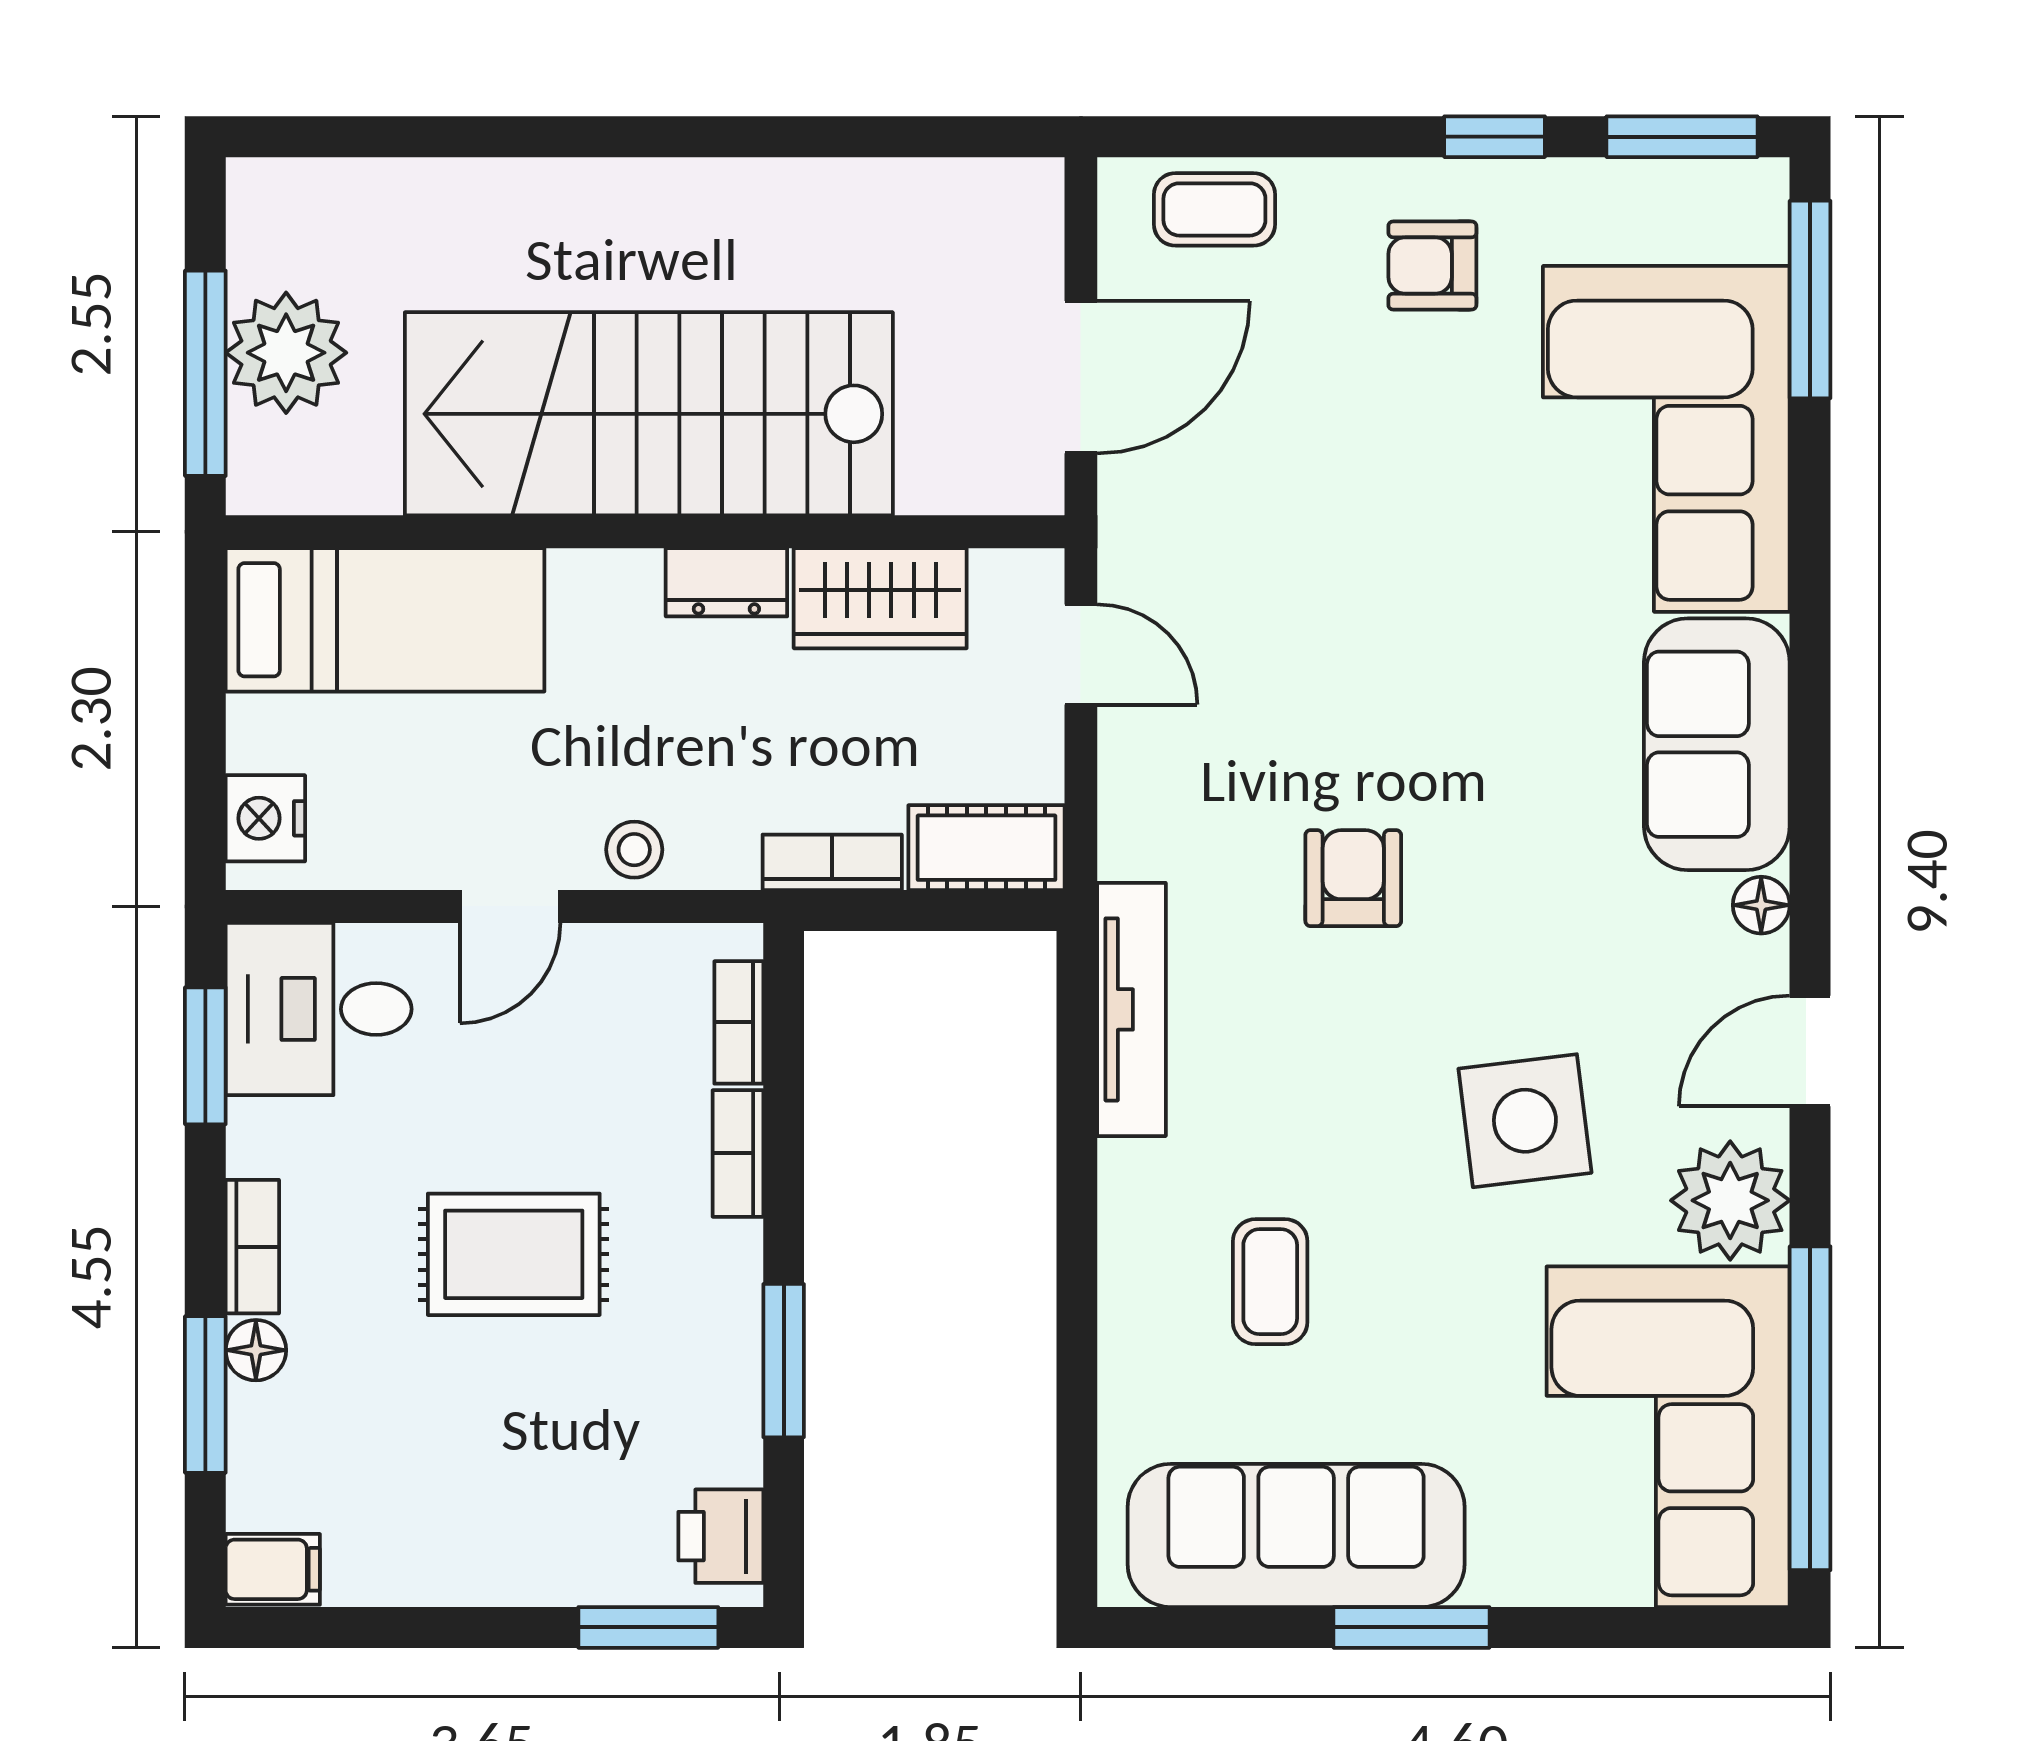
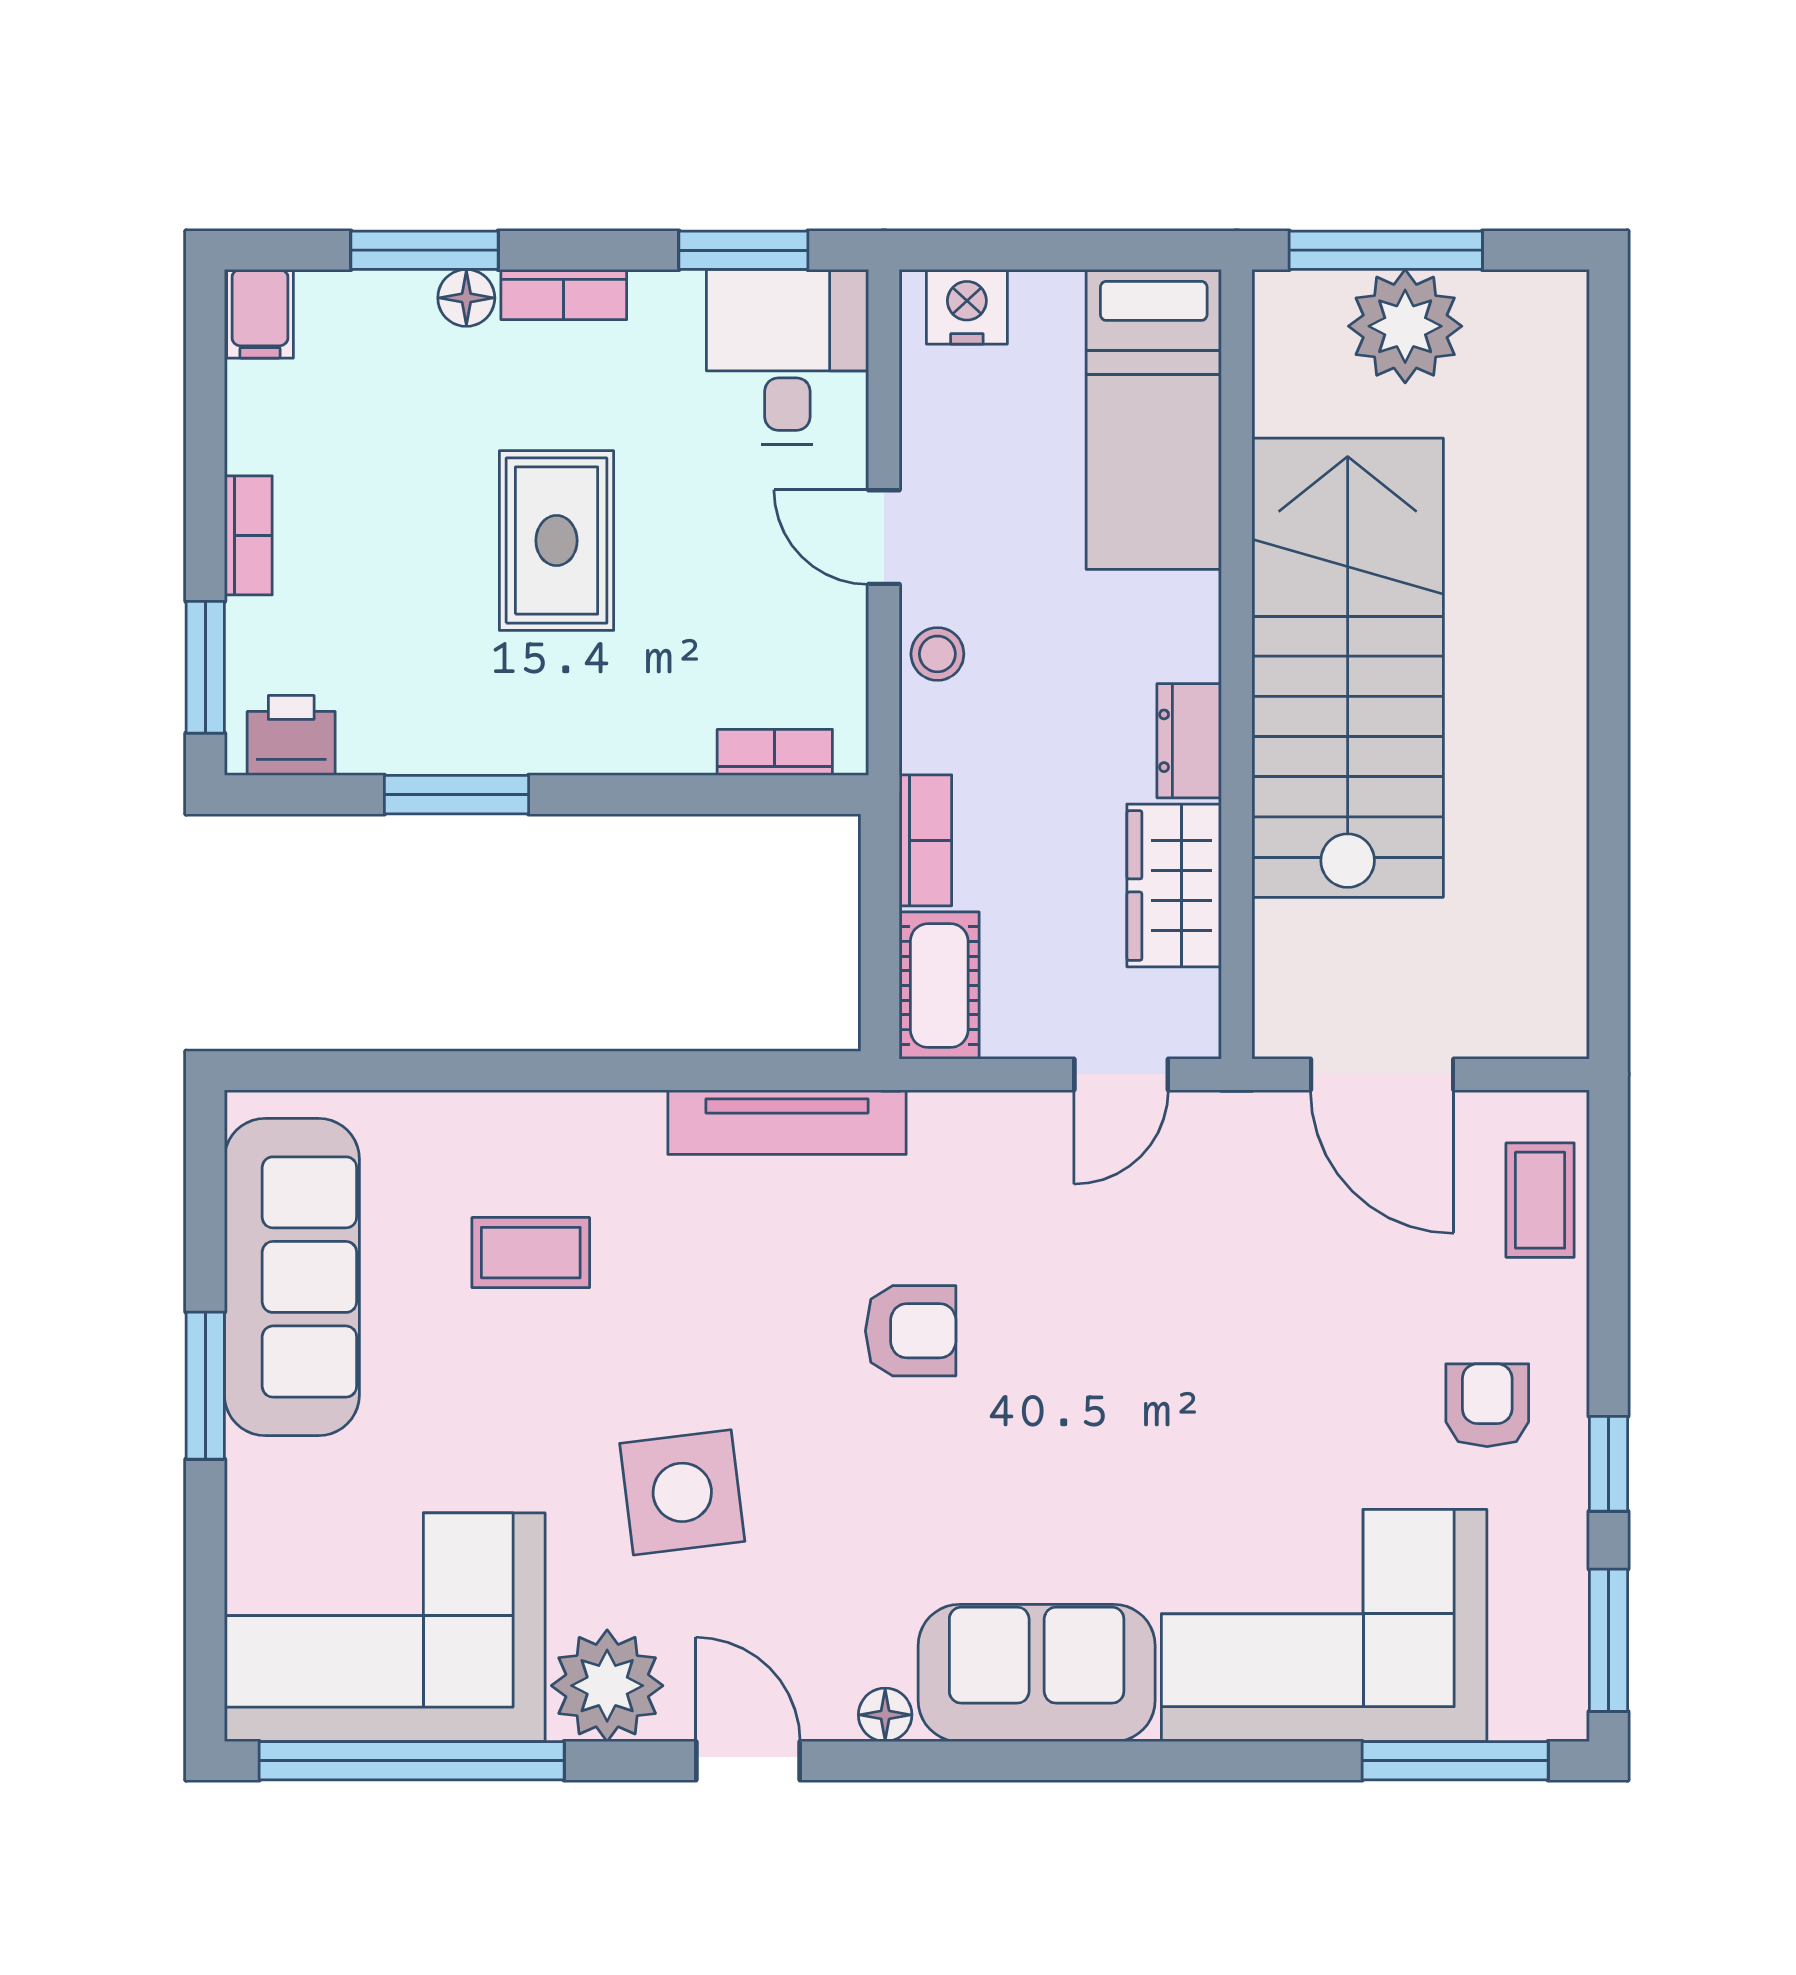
bookcase: (738, 1153) -> (248, 535), moved, turned 90

